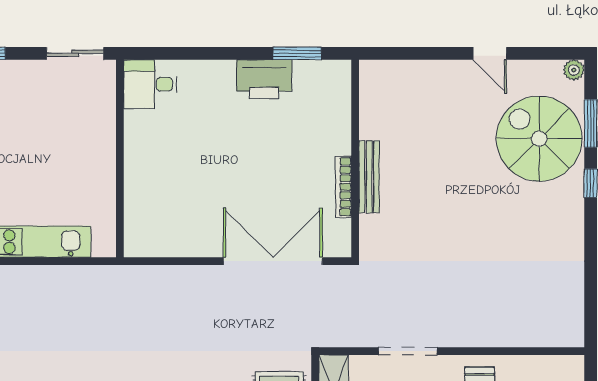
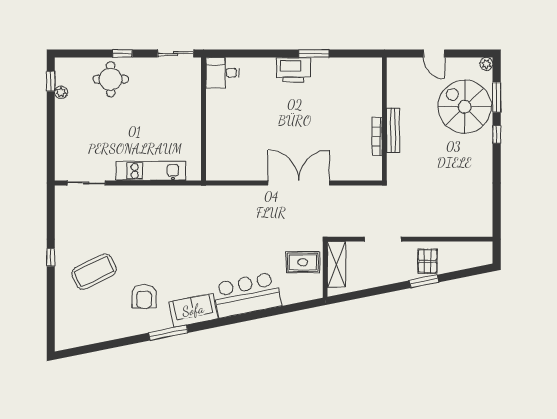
wall: (355, 158) -> (384, 119), moved
bench: (369, 177) -> (393, 130), moved
bookcase: (344, 187) -> (377, 137), moved

